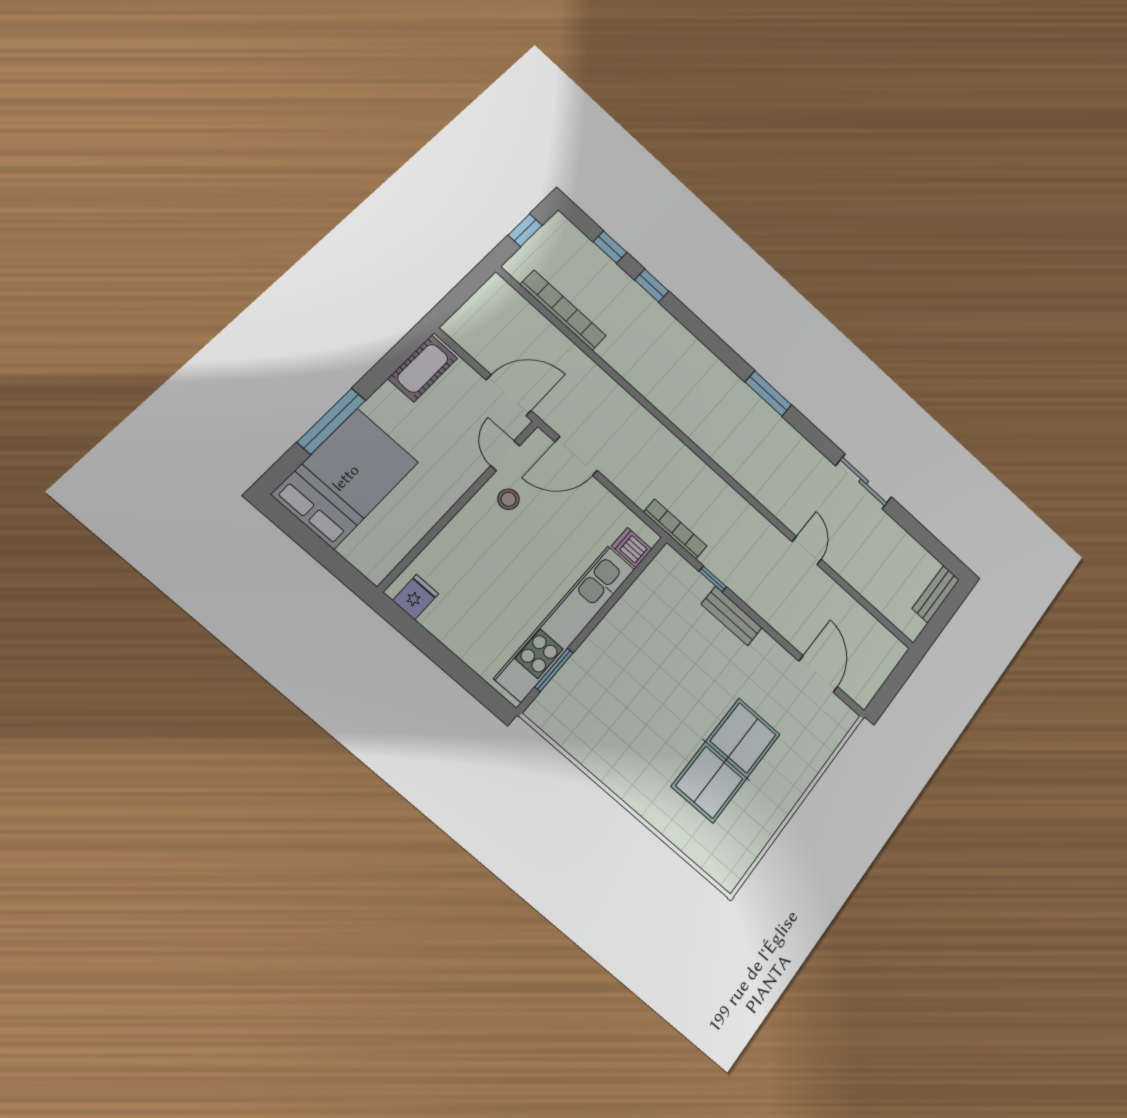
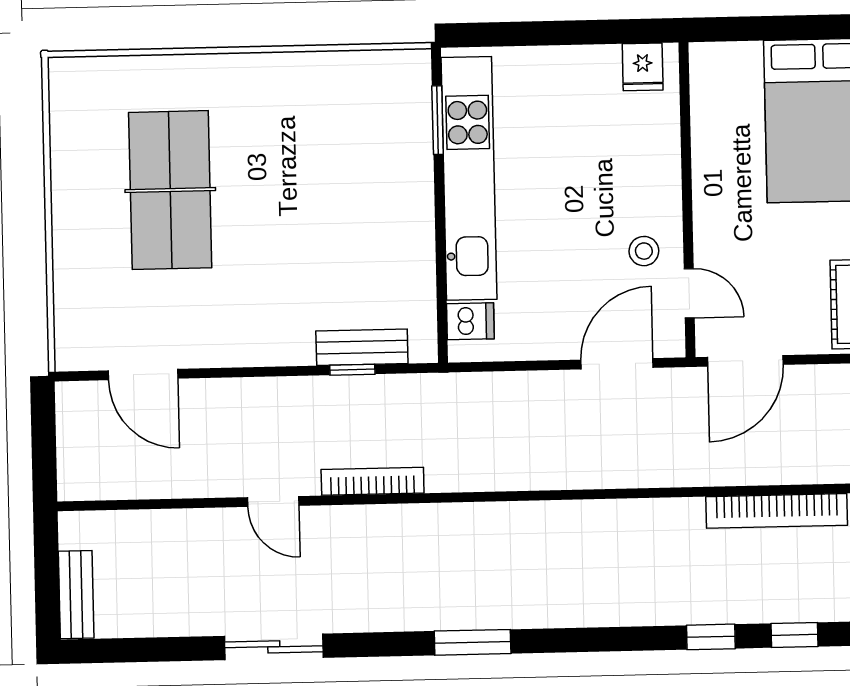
bookcase: (675, 529) -> (373, 481), moved, turned 180
bench: (732, 616) -> (362, 347), moved

